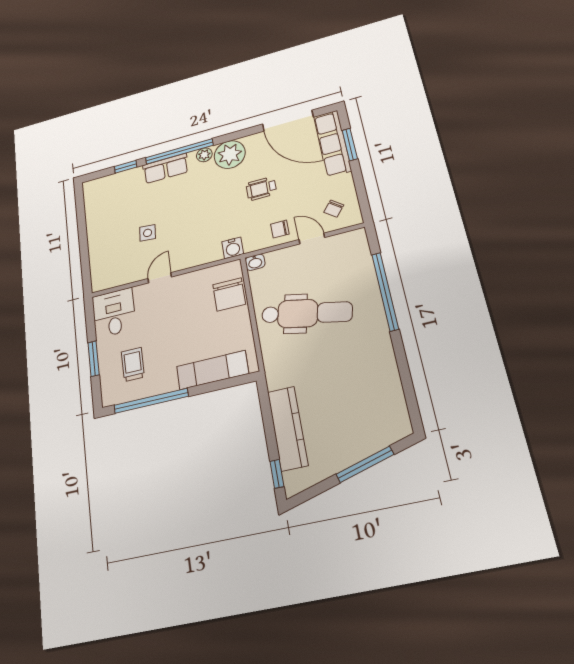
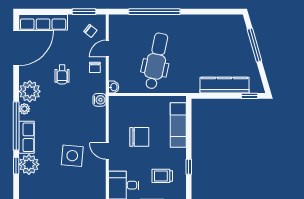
window: (350, 144) -> (84, 12), moved
plant: (129, 182) -> (29, 164), added
side table: (148, 233) -> (72, 156), width x1.87, depth x1.87
chair: (229, 294) -> (139, 137), moved
window: (151, 401) -> (189, 167), width x0.32

